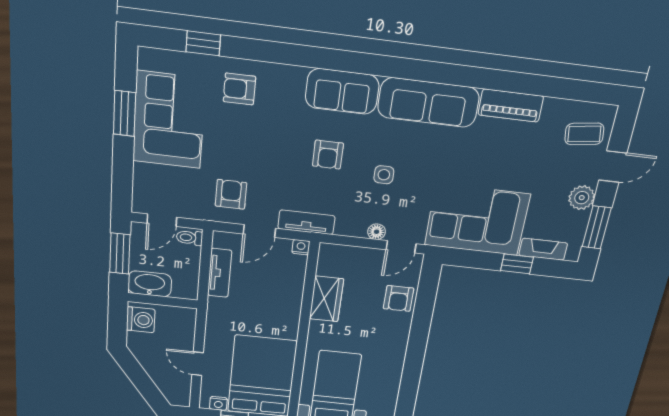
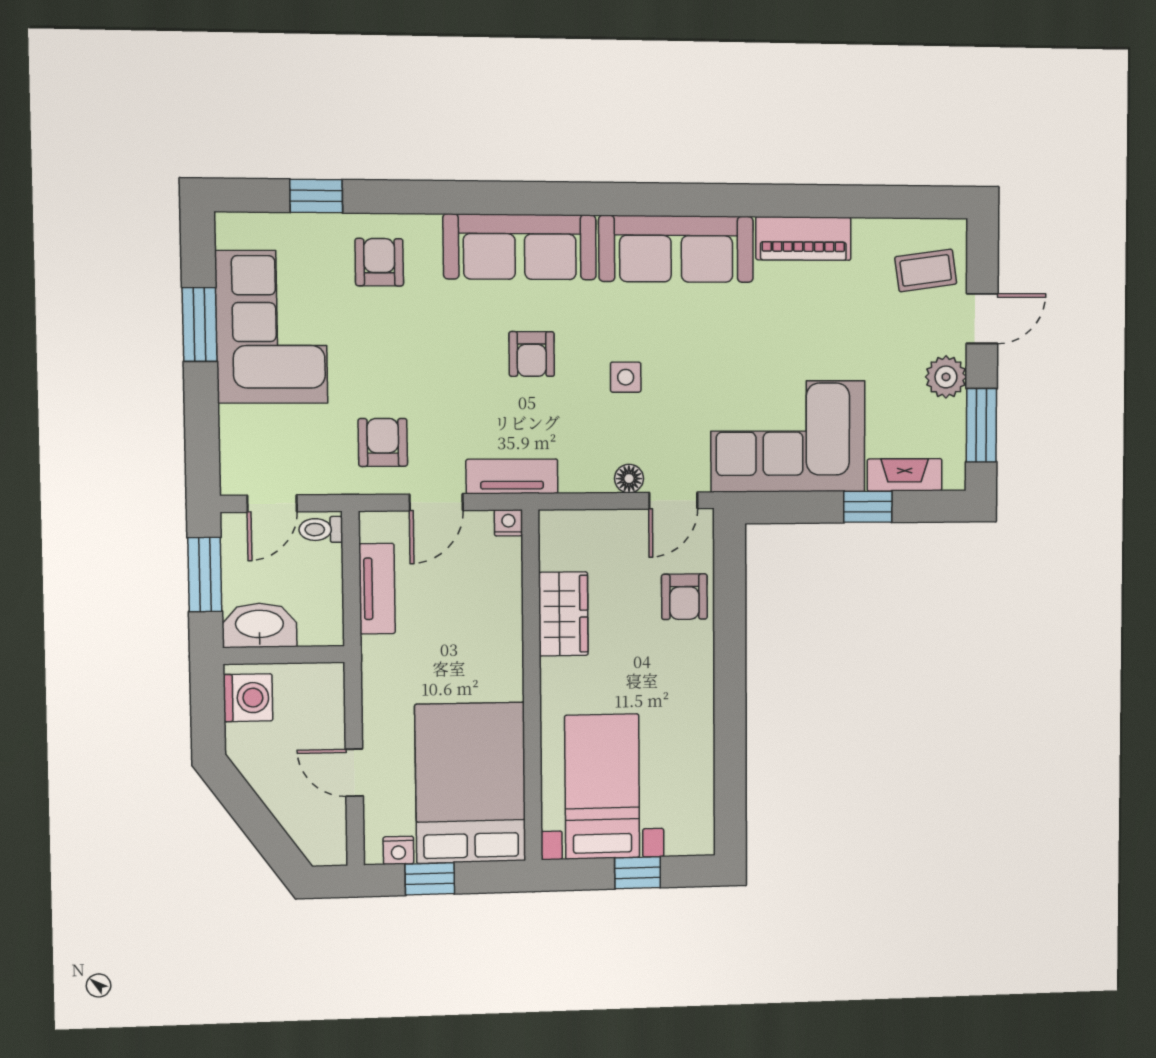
armchair: (239, 89) -> (379, 262), turned 90
sofa: (342, 91) -> (520, 247), width x1.36

